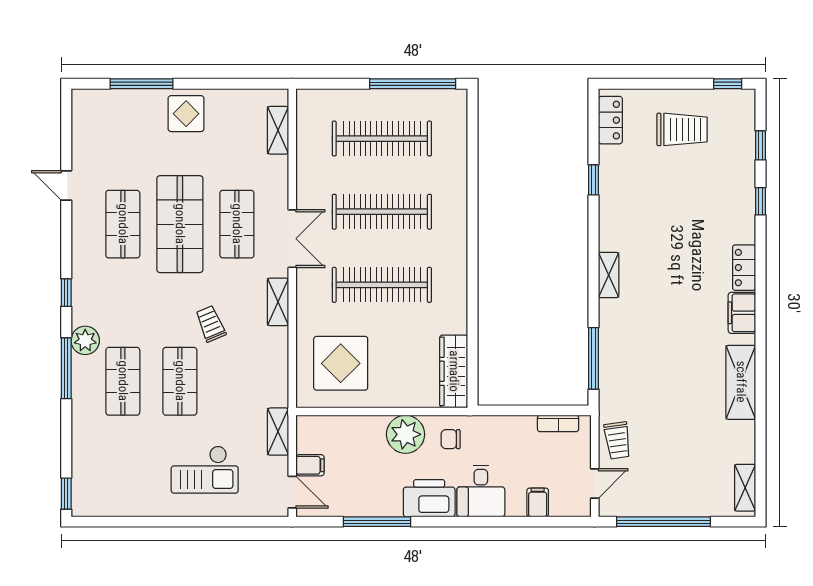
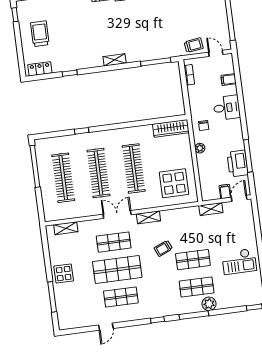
window: (473, 188) -> (82, 131), added
plant: (85, 340) -> (209, 304), moved
plant: (406, 434) -> (200, 148), width x0.53, depth x0.53
checkout: (205, 470) -> (239, 261), moved, turned 90
printer: (429, 498) -> (238, 163), moved

